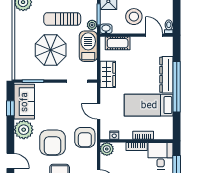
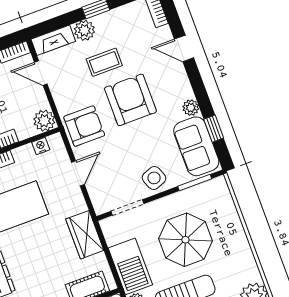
side table: (56, 92) -> (154, 178), added
door: (99, 111) -> (78, 173), hinge flipped
plant: (24, 130) -> (191, 108), width x0.53, depth x0.53
armchair: (85, 137) -> (84, 126), turned 90

